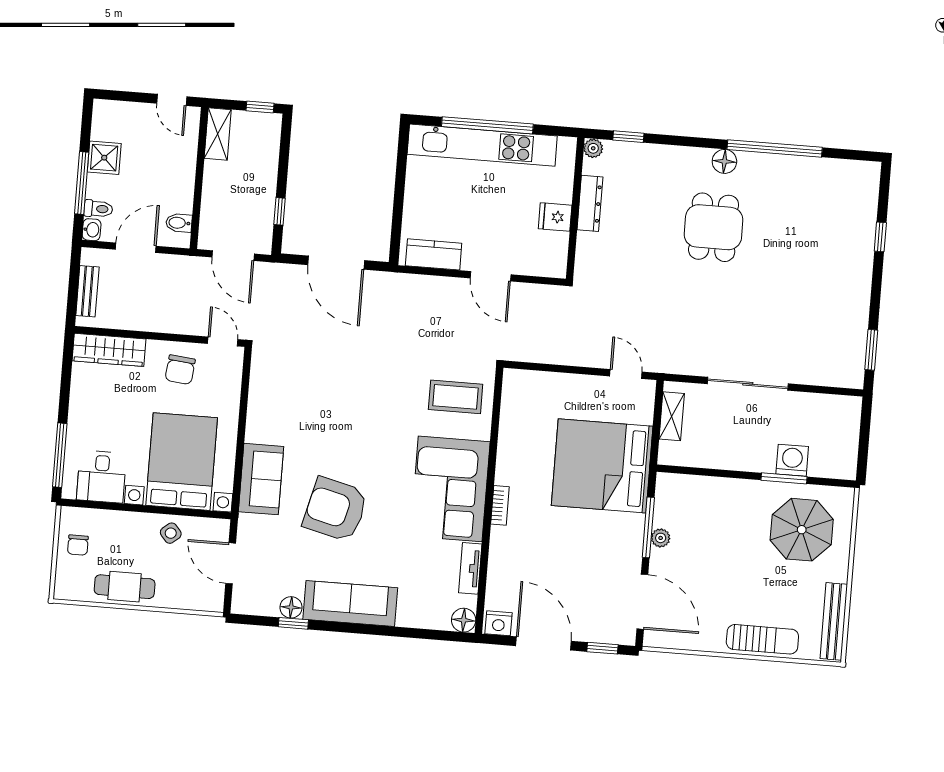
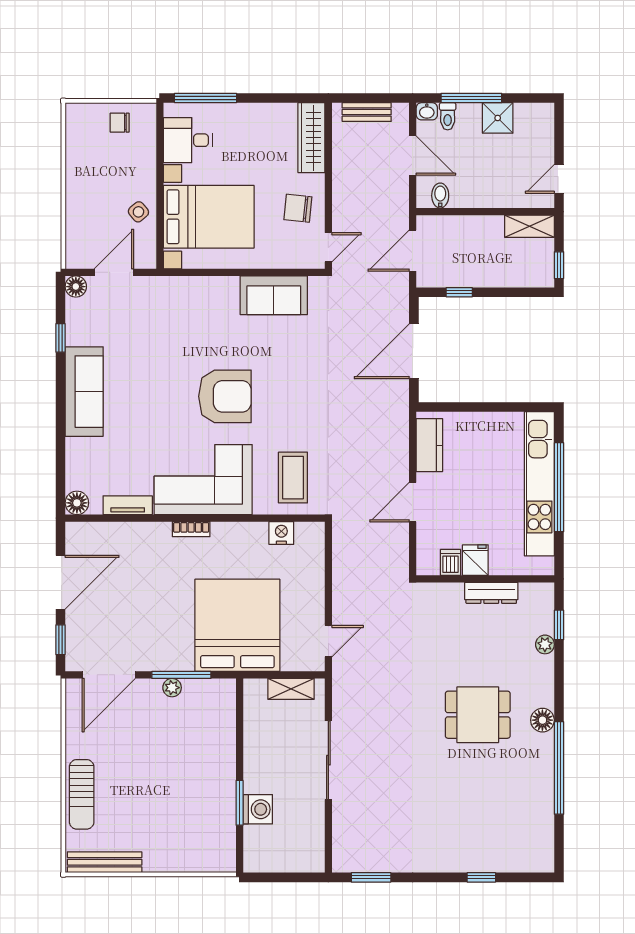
plant: (593, 148) -> (545, 644), moved
dishwasher: (555, 243) -> (450, 562), added
sofa: (261, 479) -> (274, 295), moved
armchair: (335, 509) -> (225, 396), moved, turned 76
parasol: (802, 530) -> (191, 824), removed
cafe table: (125, 587) -> (83, 171), removed
floor lamp: (291, 607) -> (76, 287), moved
nightstand: (498, 623) -> (281, 533), moved, turned 90

